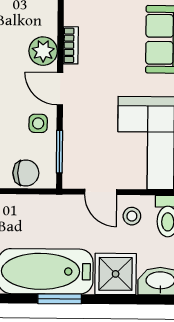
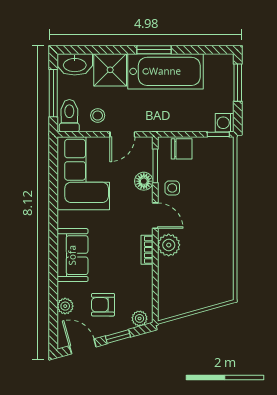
floor lamp: (74, 132) -> (144, 181), added
chair: (26, 173) -> (182, 149), turned 180
door: (101, 192) -> (122, 134), swing flipped

